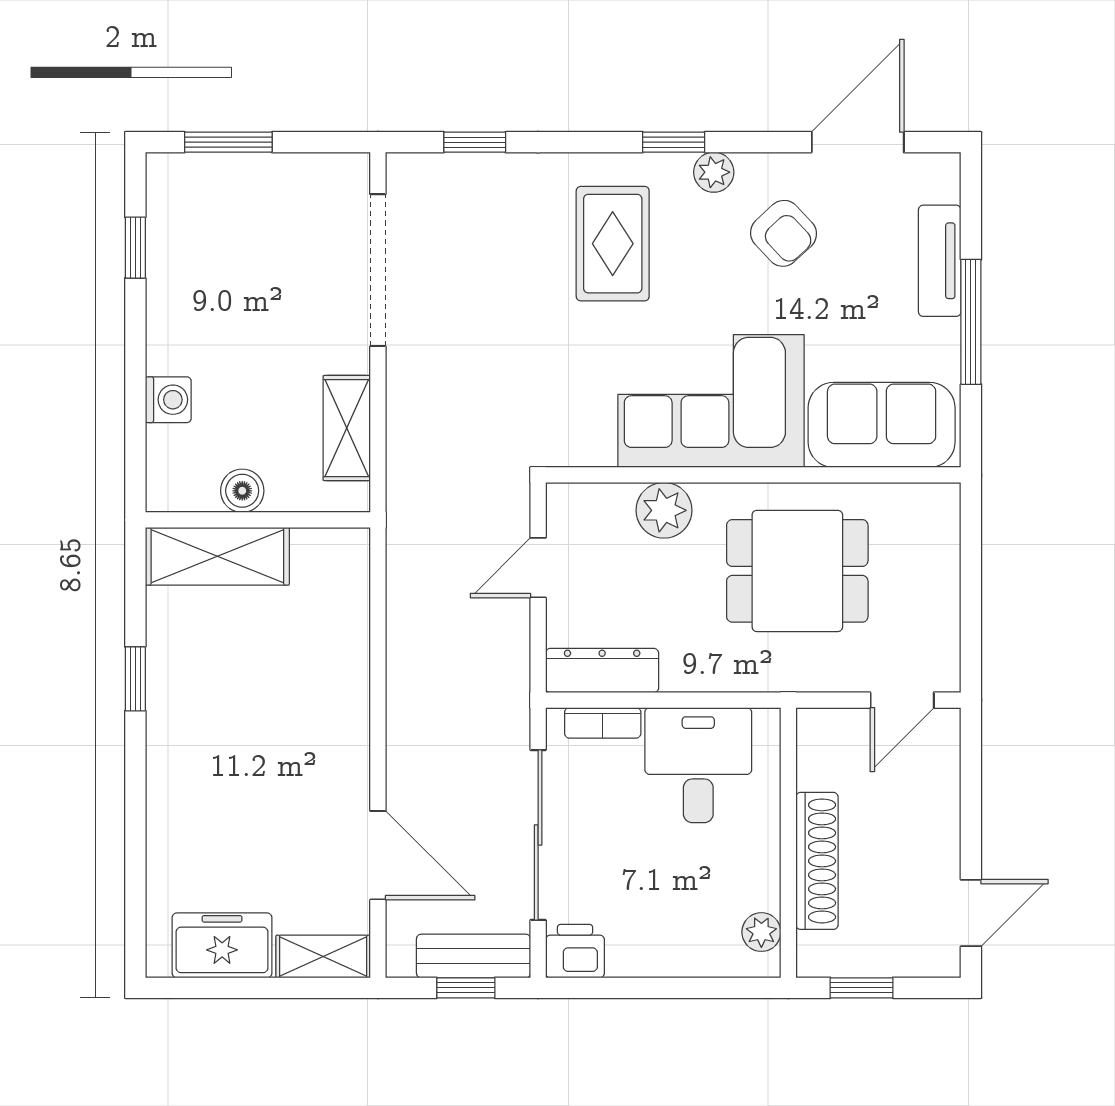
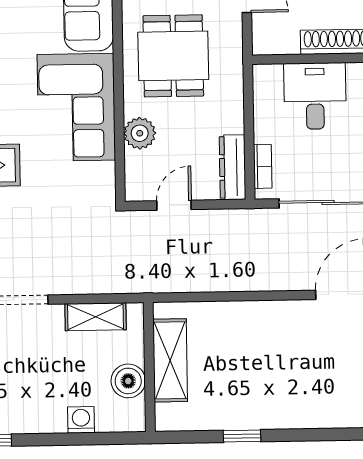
boiler: (242, 491) -> (128, 381), width x1.36, depth x1.36
shelving: (217, 556) -> (170, 360), moved
door: (538, 568) -> (174, 205), swing flipped
desk: (698, 765) -> (315, 96), moved, turned 90

